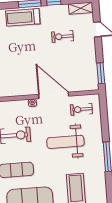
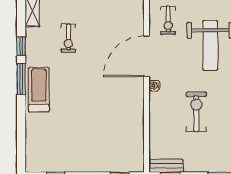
treadmill: (23, 17) -> (39, 90), turned 180

